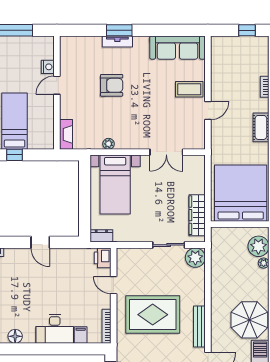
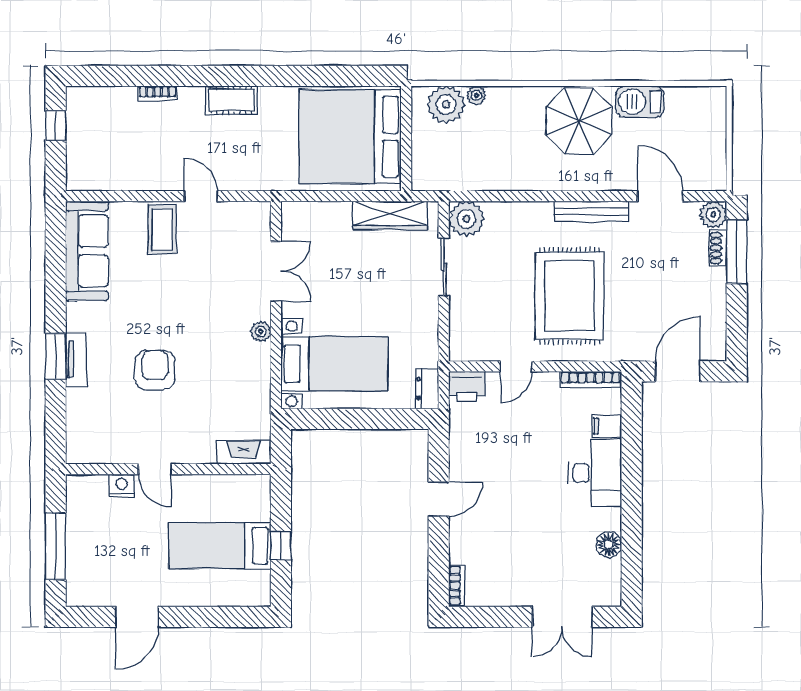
plant: (109, 144) -> (261, 331), moved

